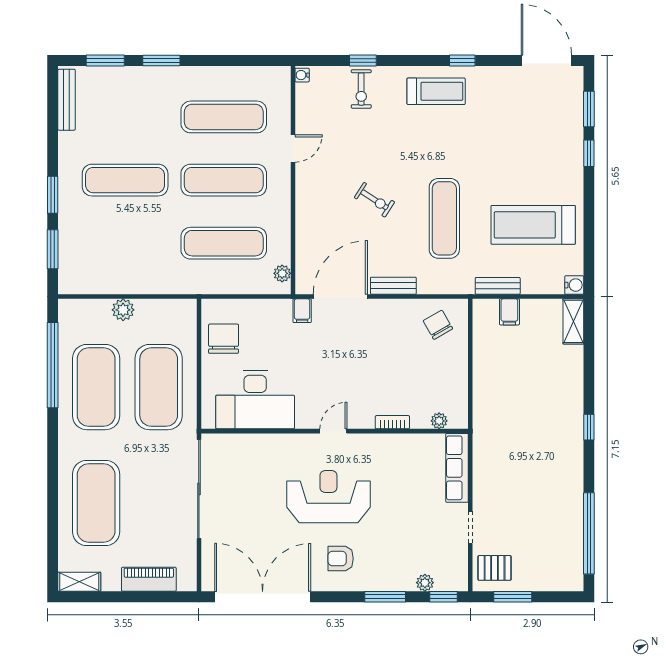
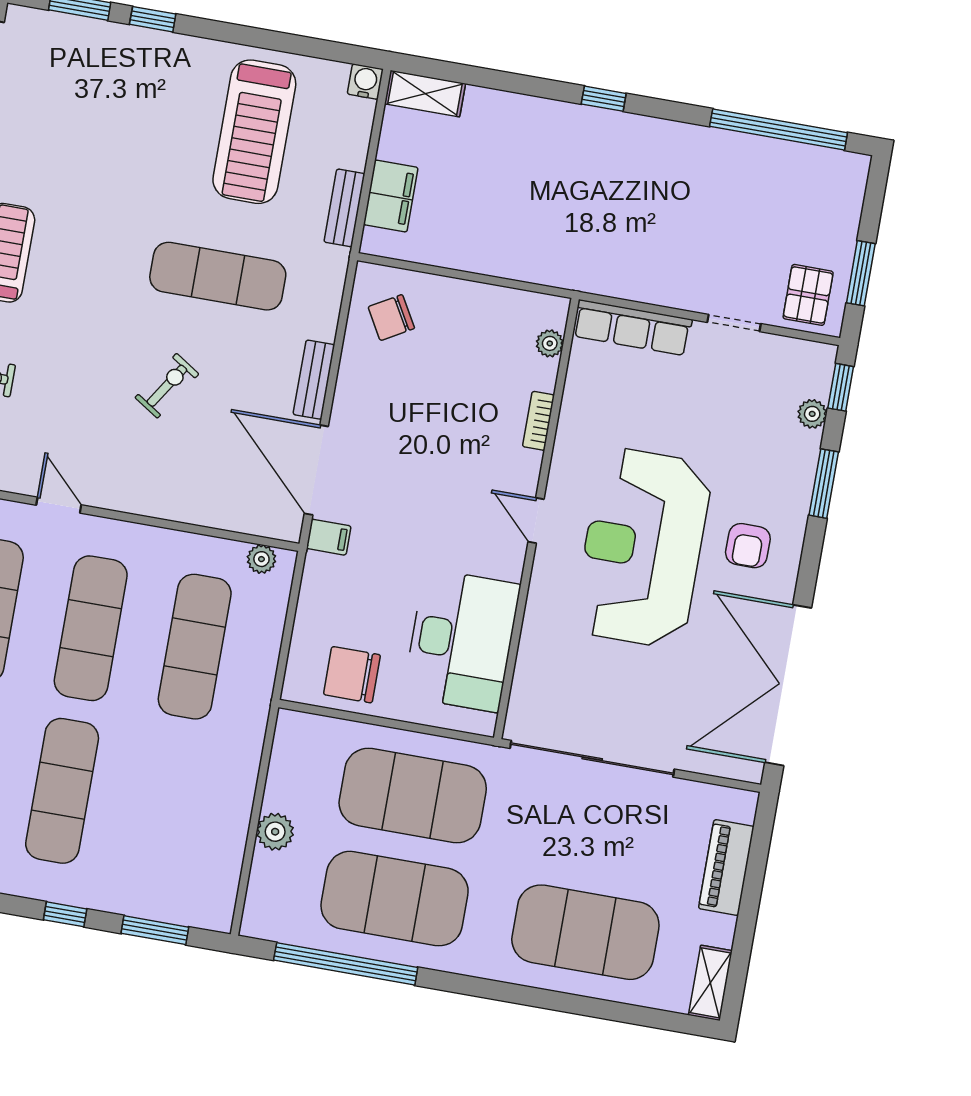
window: (53, 195) -> (65, 914), width x0.67
filing cabinet: (509, 312) -> (391, 196), width x2.00
reception desk: (328, 497) -> (643, 548), width x1.36, depth x1.30

